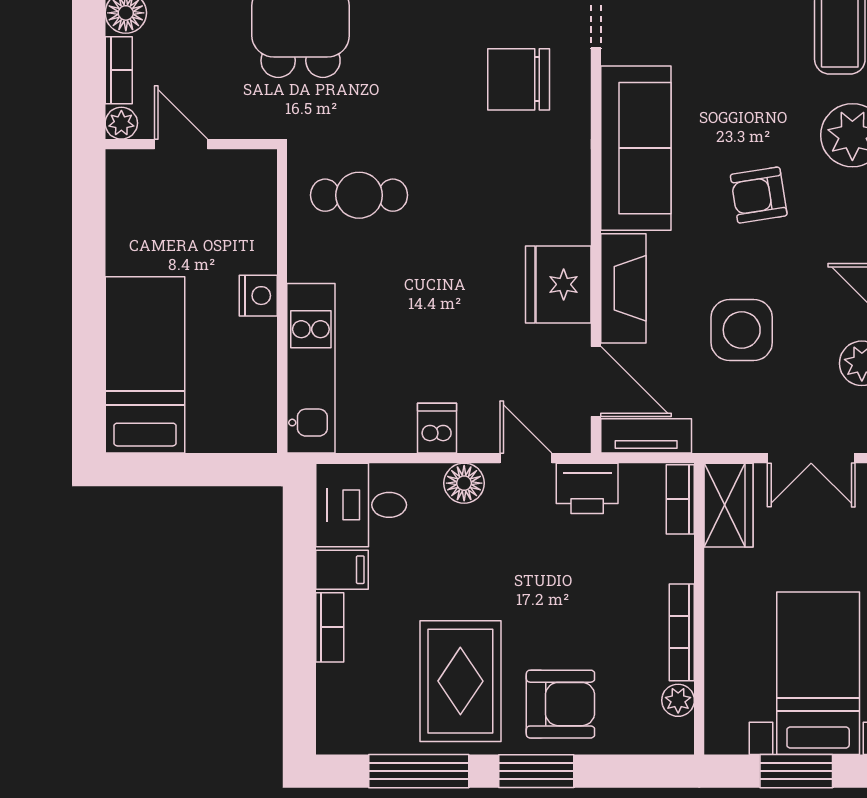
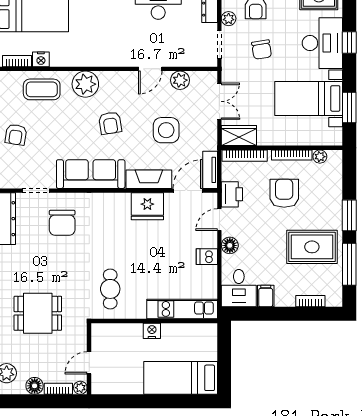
bookcase: (680, 499) -> (245, 156), width x1.56
bookcase: (330, 627) -> (310, 301), moved
armchair: (560, 704) -> (284, 193), moved

